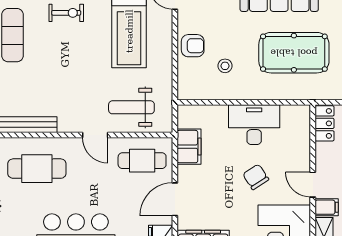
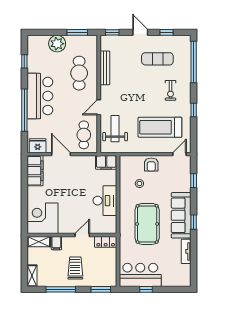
filing cabinet: (189, 147) -> (106, 162), moved
chair: (256, 177) -> (74, 202), removed
door: (313, 185) -> (82, 235), moved

